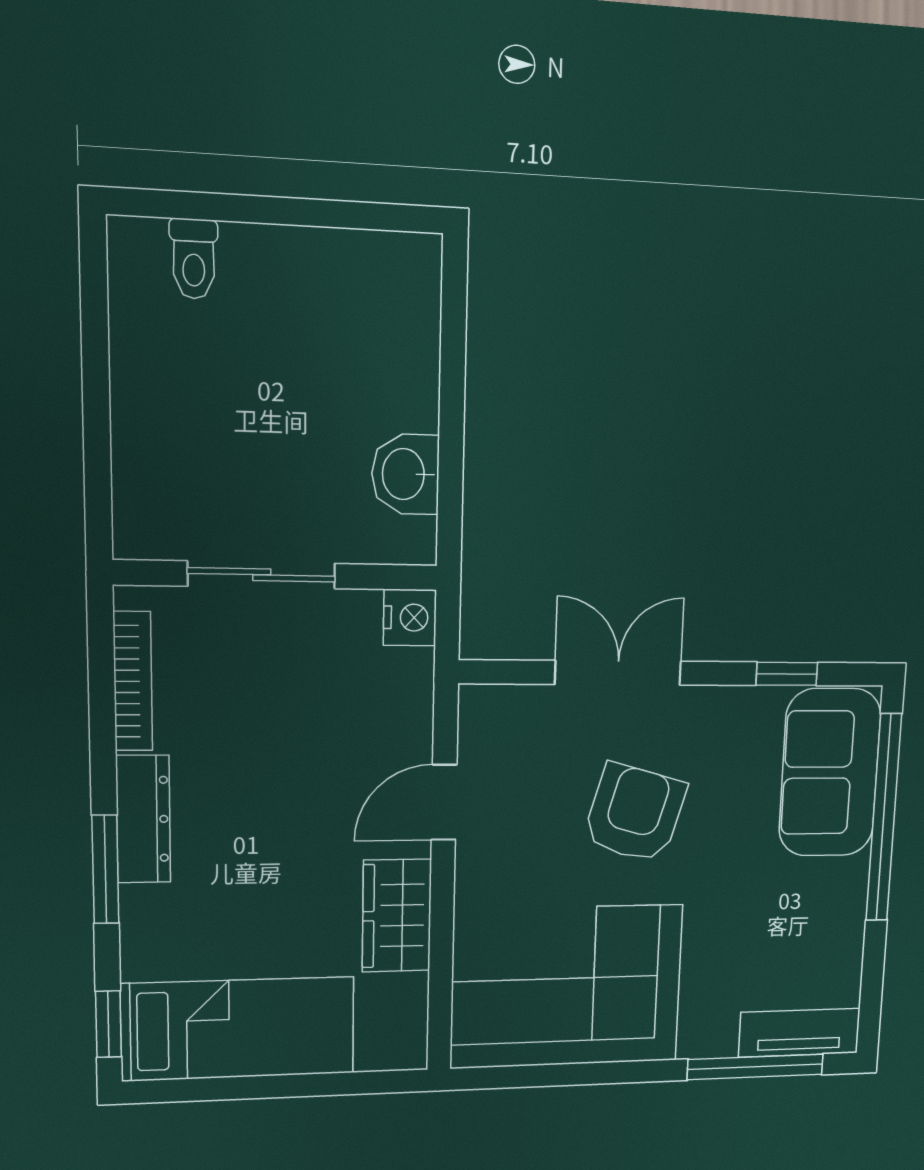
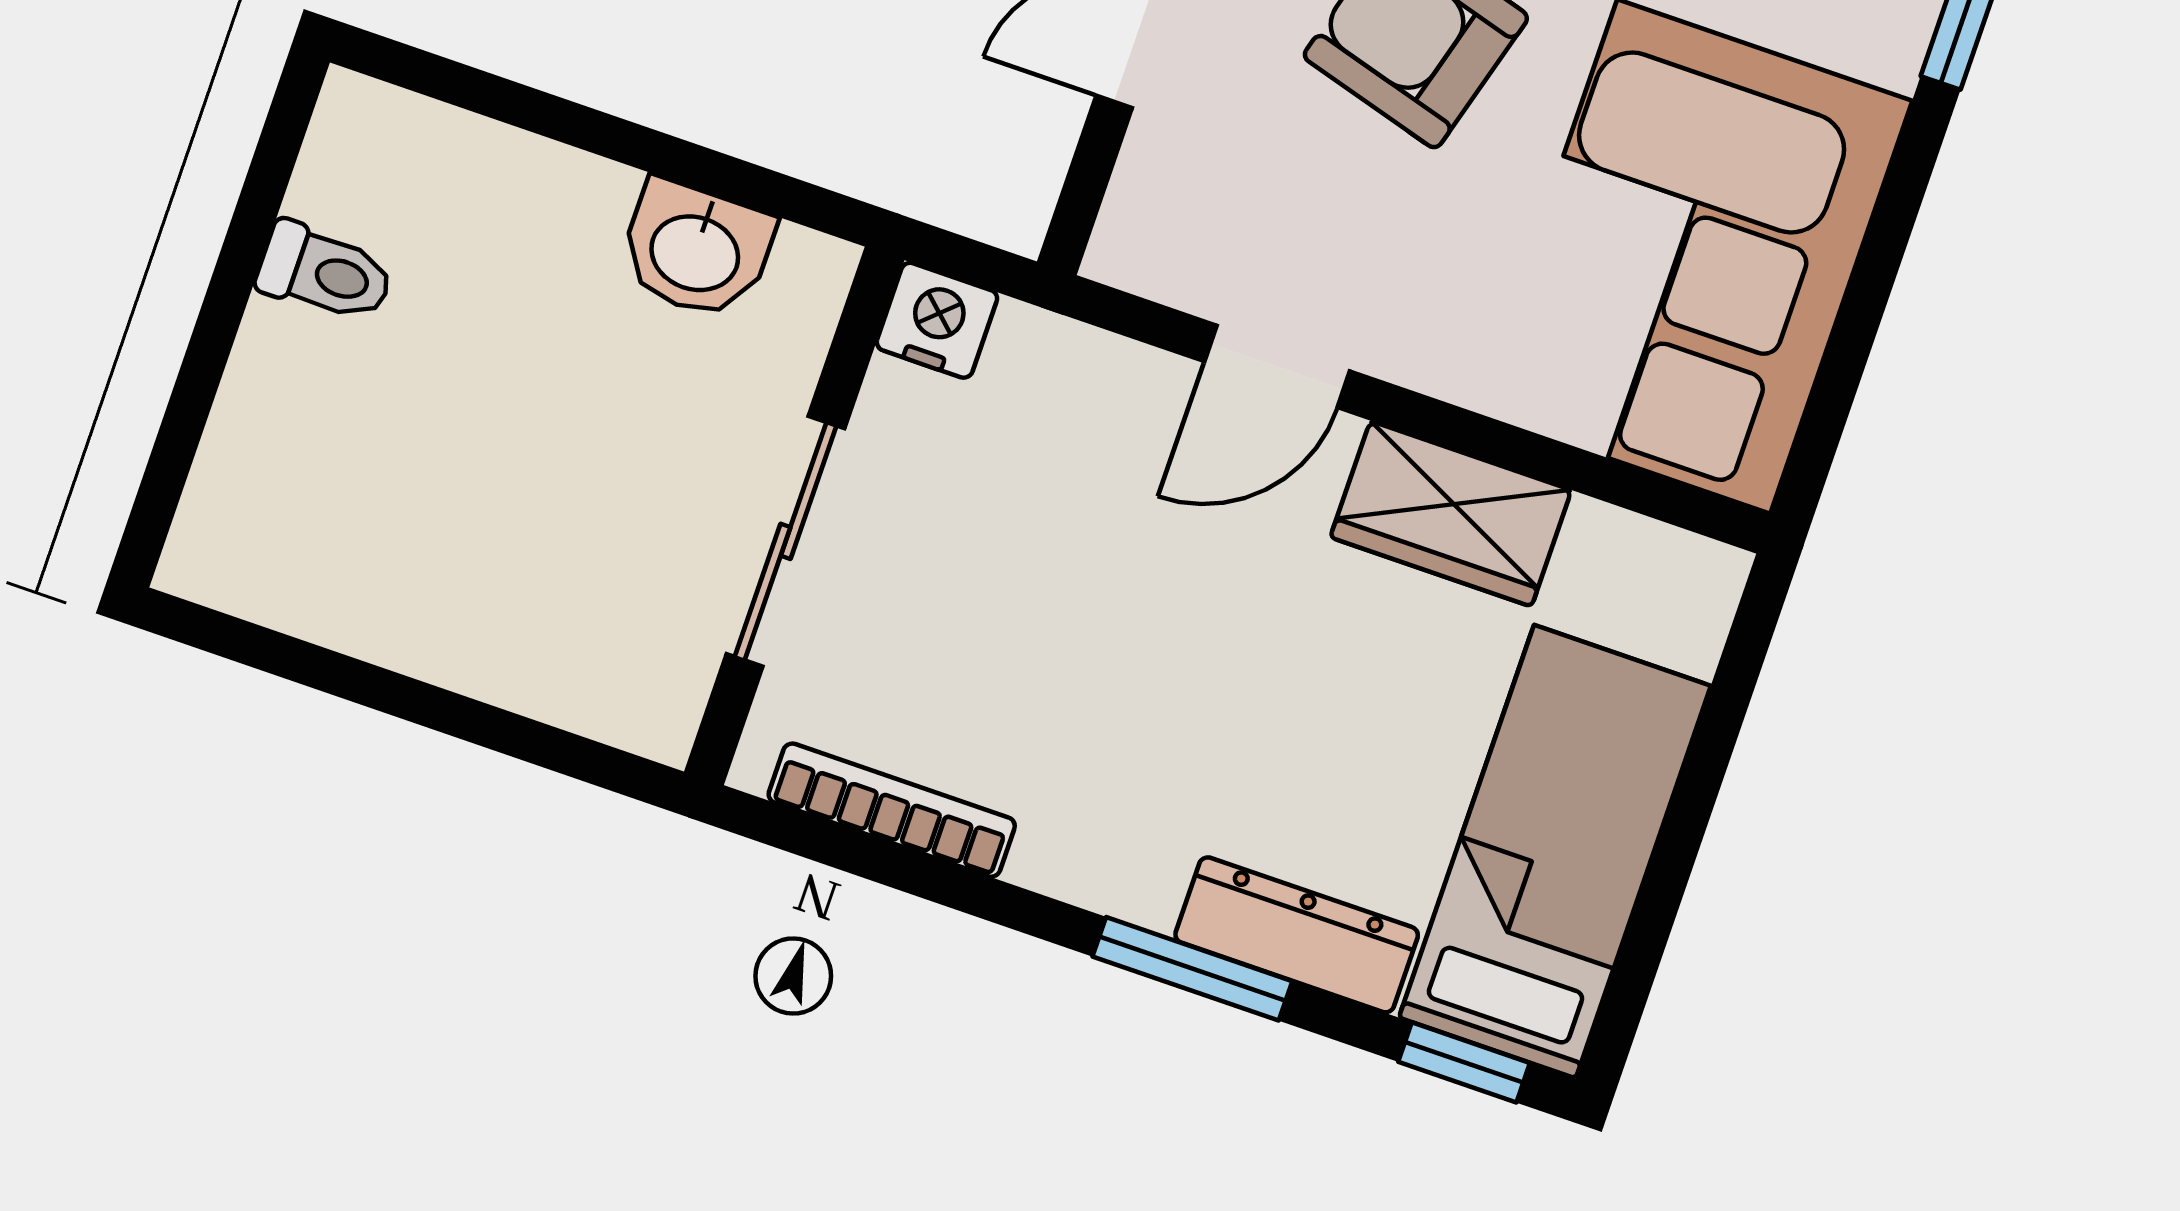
toilet: (194, 259) -> (325, 273), moved
door: (444, 802) -> (1277, 366), hinge flipped
dresser: (143, 819) -> (1297, 935), moved

